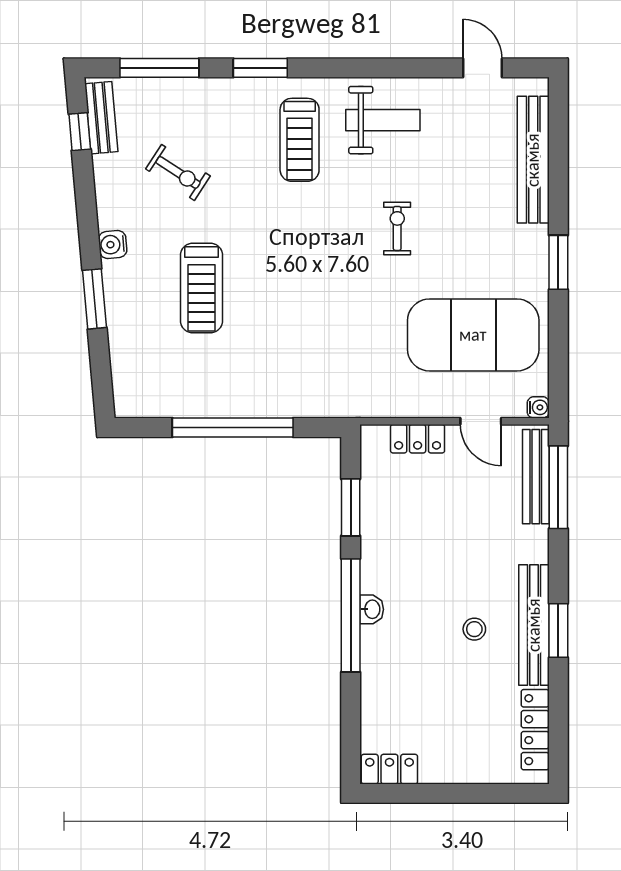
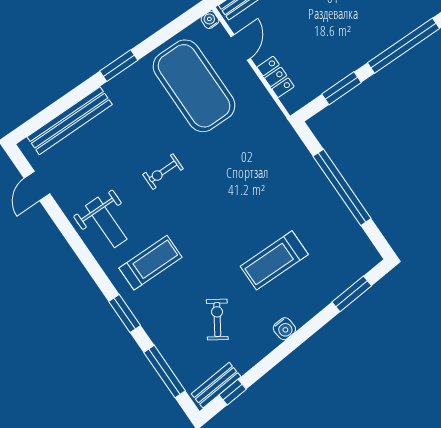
weight bench: (383, 120) -> (106, 222), turned 180
treadmill: (202, 288) -> (274, 260), turned 180
window: (94, 299) -> (352, 294), moved
washbasin: (372, 609) -> (392, 36), removed

